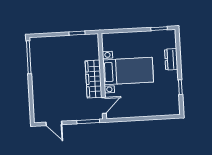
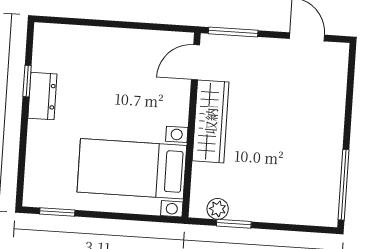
plant: (85, 39) -> (218, 209), added
dresser: (171, 59) -> (42, 96), moved
bed with nightstands: (128, 71) -> (132, 169), moved

